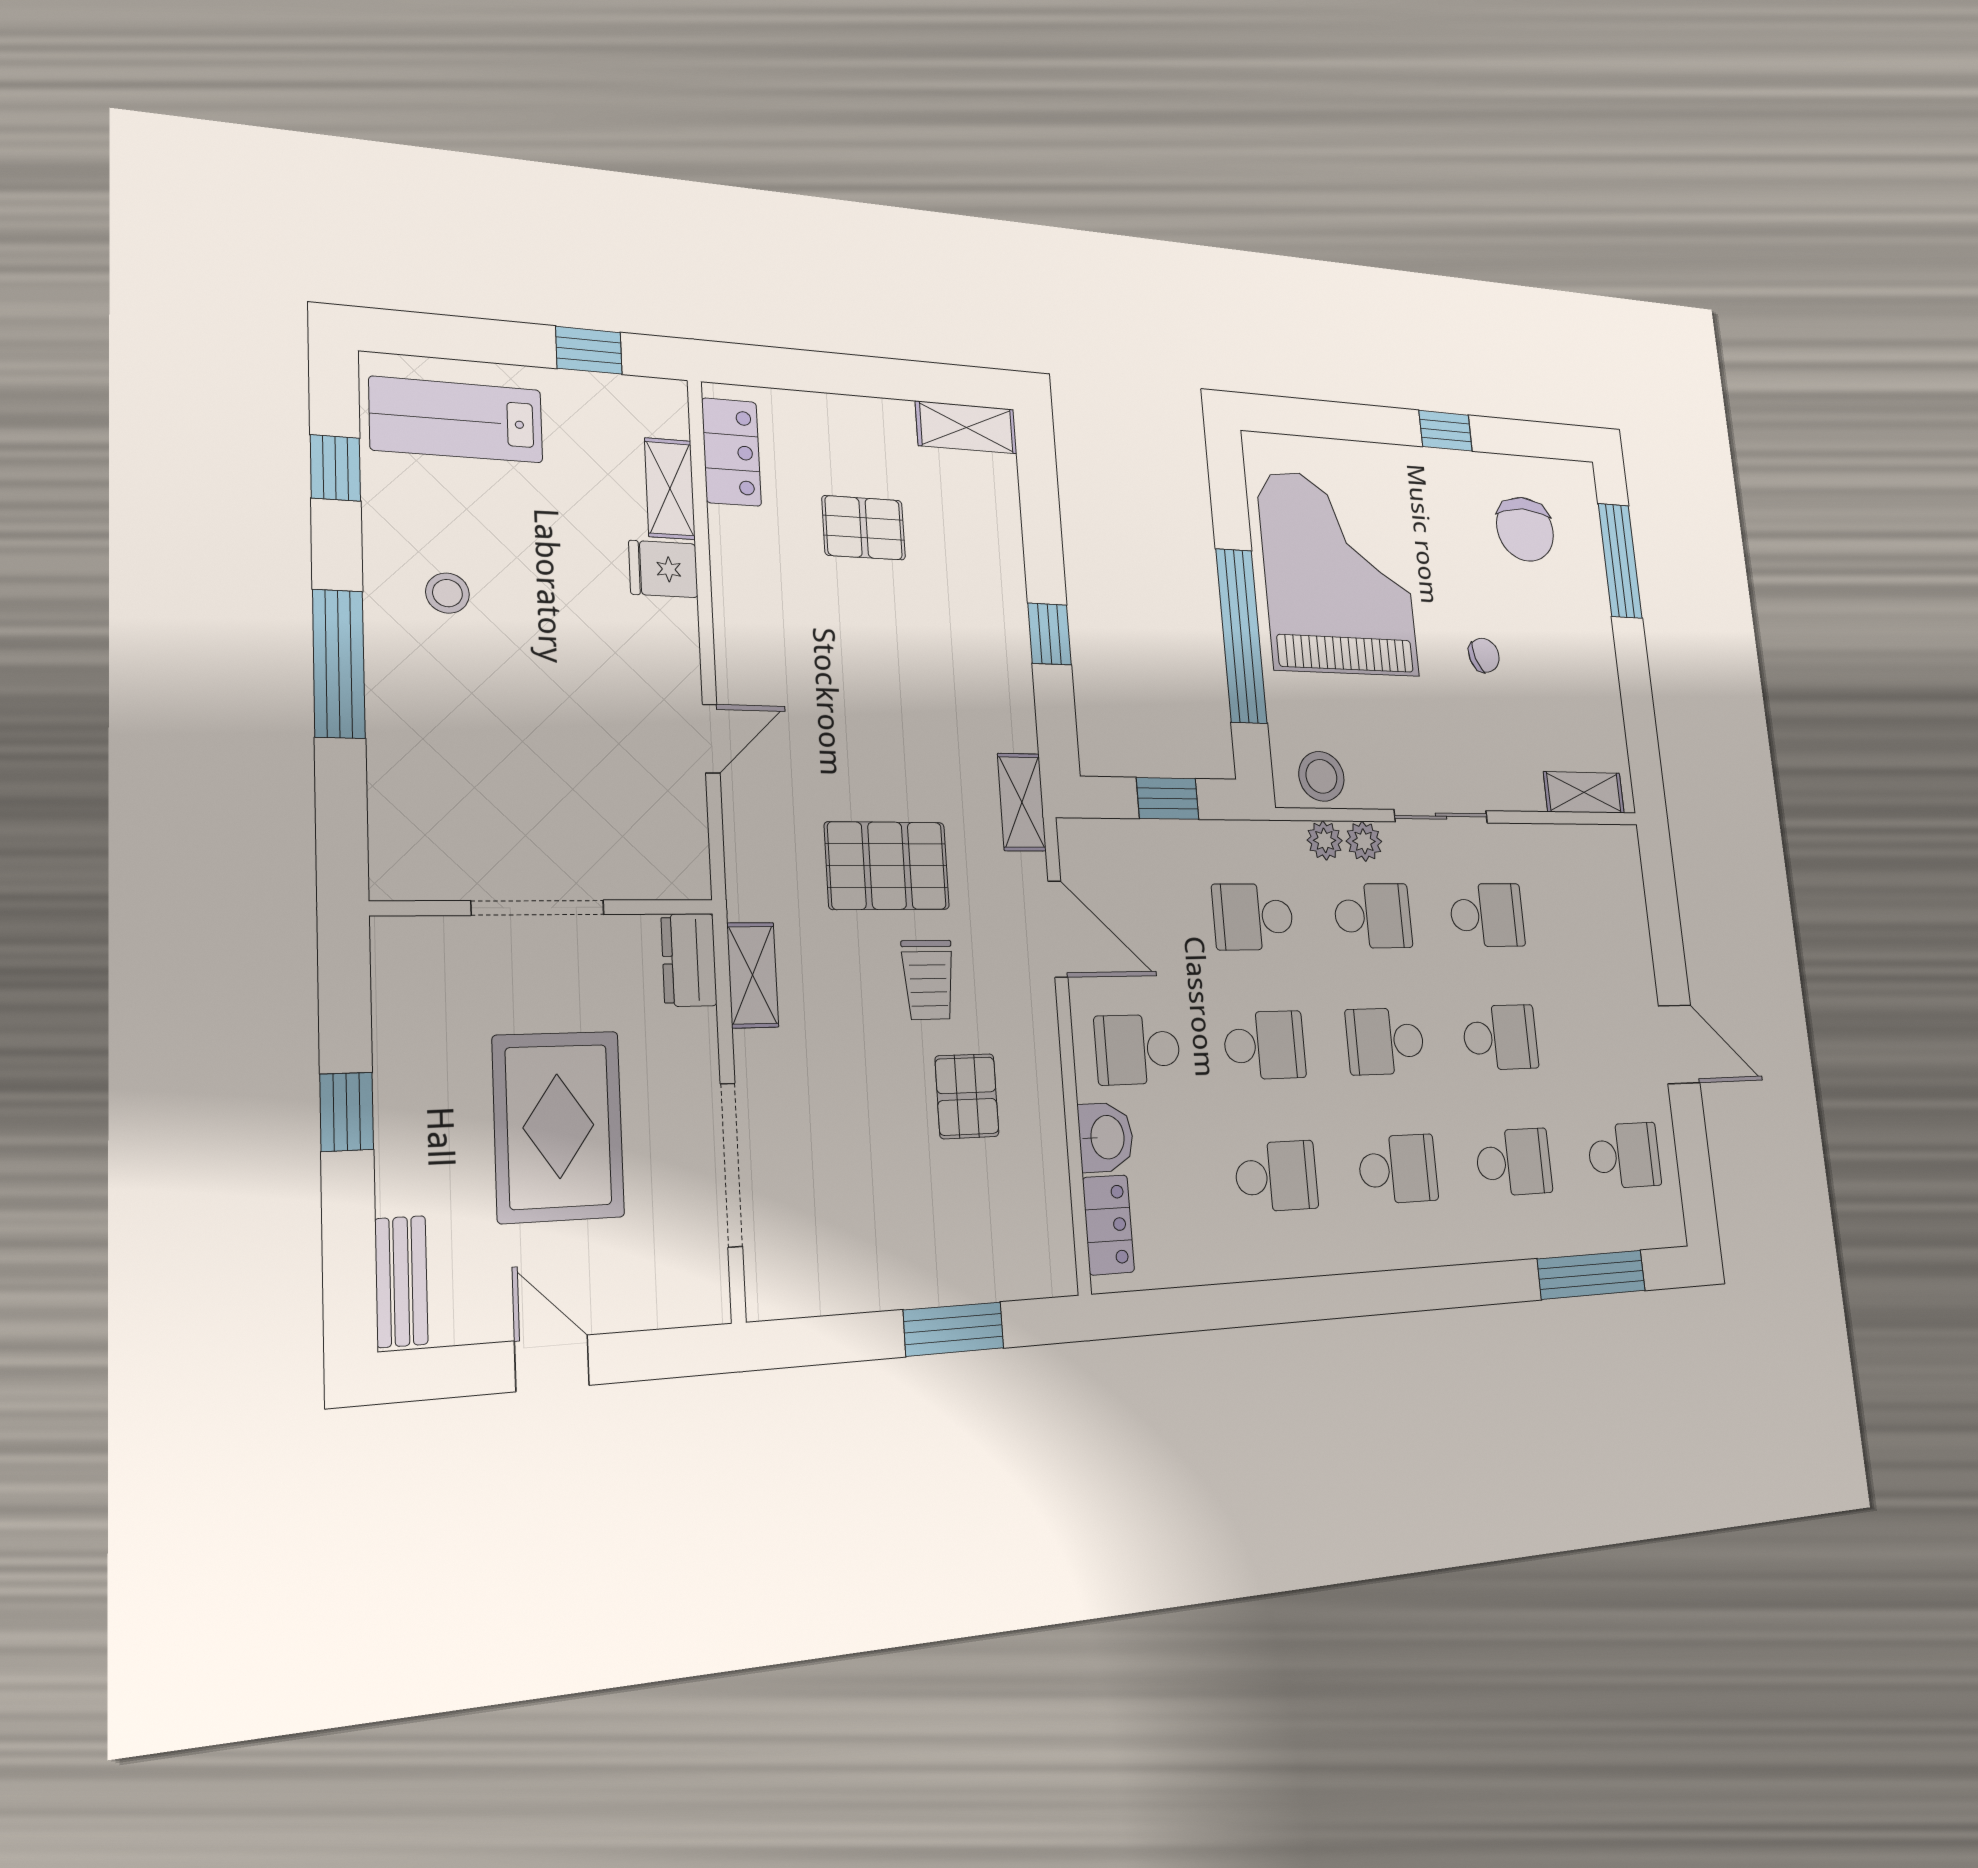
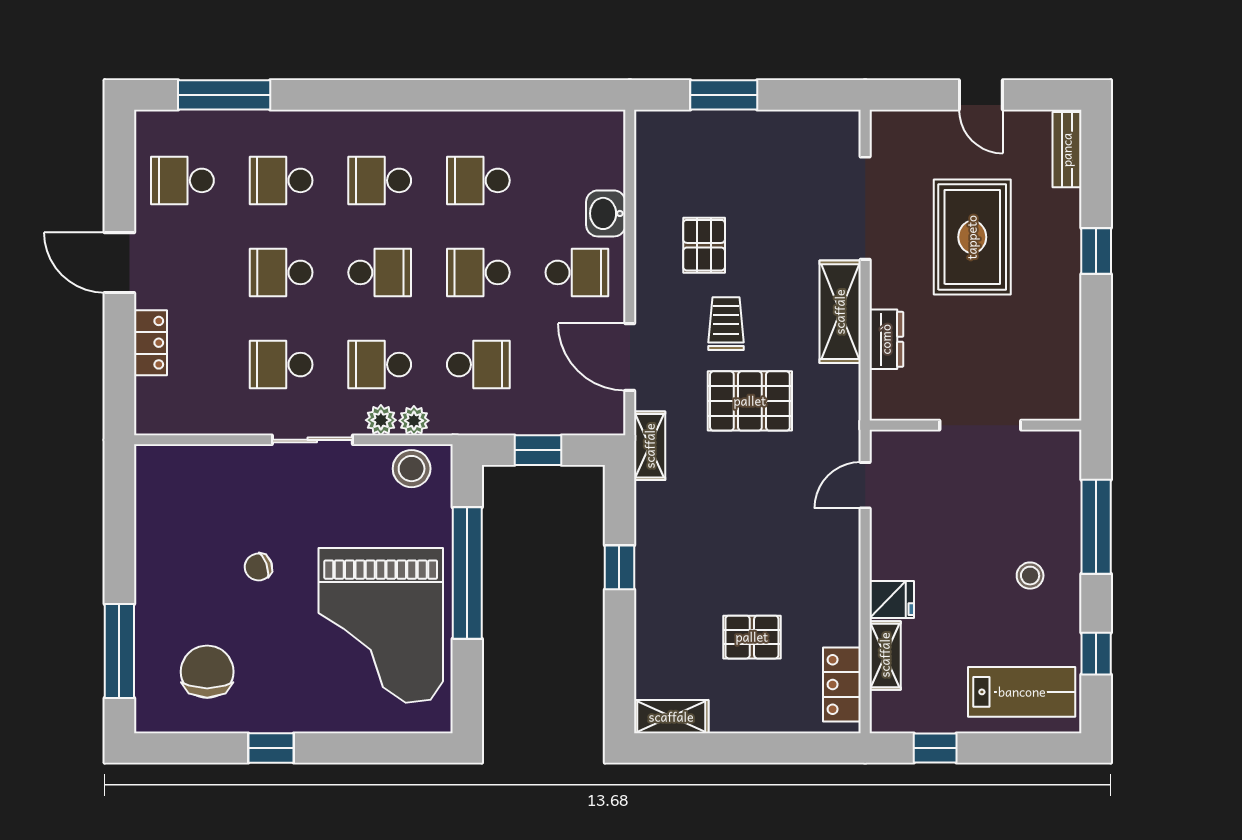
shelving: (1584, 792) -> (181, 460), removed
doorway: (538, 908) -> (980, 425), moved
wall: (546, 908) -> (975, 425), moved
shelving: (753, 975) -> (840, 312), width x1.50, depth x1.33
locker: (1108, 1225) -> (151, 343), moved, turned 180

